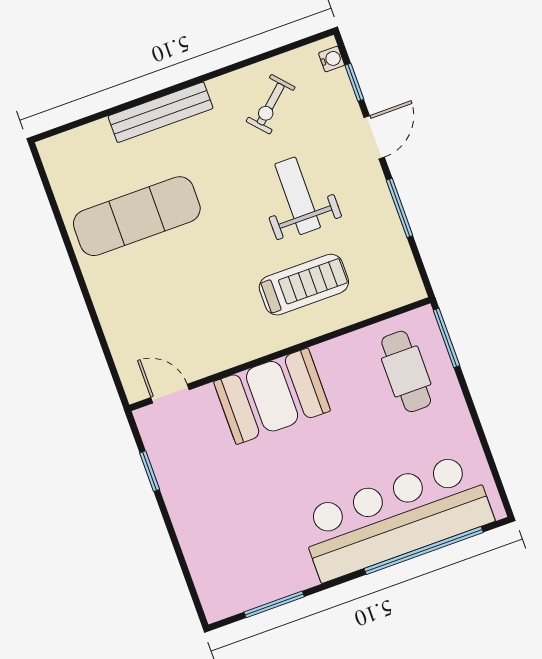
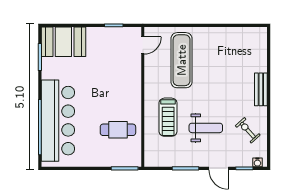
bench: (161, 112) -> (261, 89), width x0.73
exercise mat: (137, 216) -> (182, 60), moved
cafe table: (406, 371) -> (118, 130), moved
booth: (272, 396) -> (63, 42), moved, turned 90

